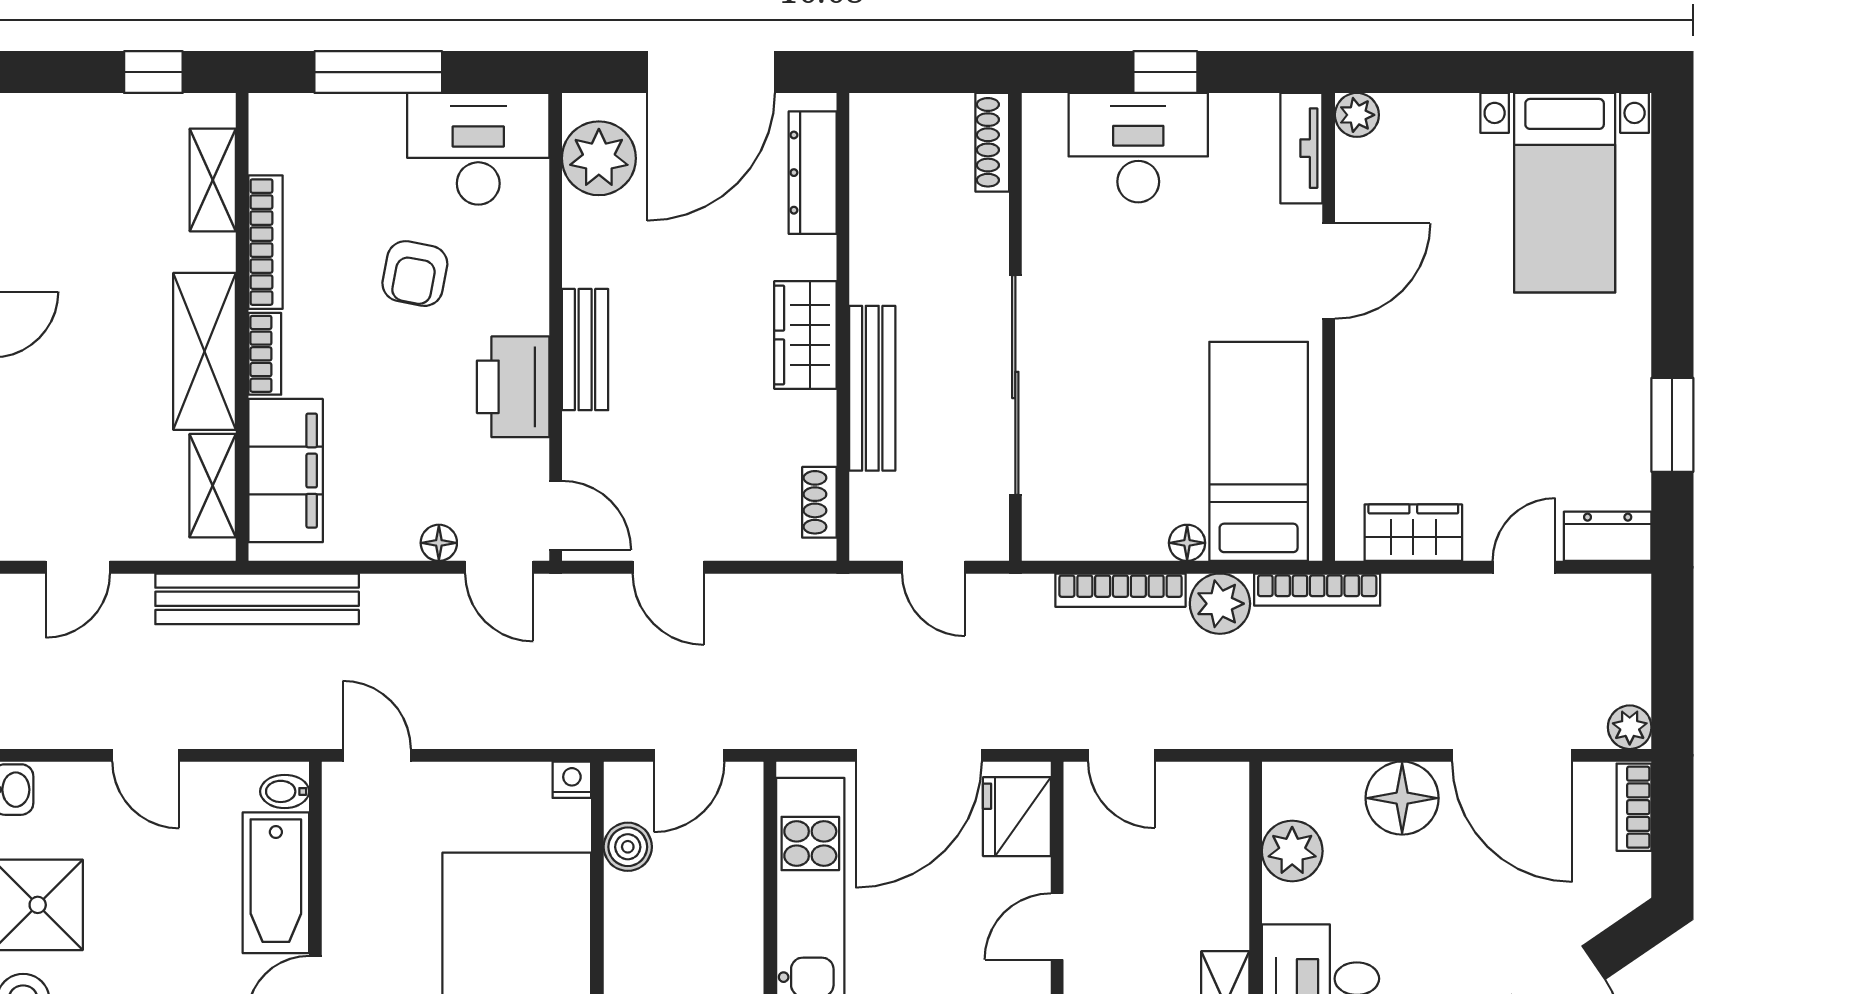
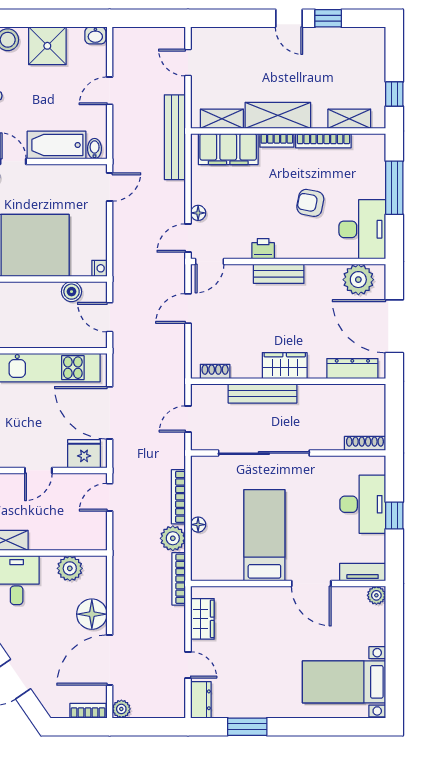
printer: (513, 387) -> (263, 249), width x0.53, depth x0.68
bed: (1259, 451) -> (264, 535), moved, turned -90
door: (1057, 926) -> (38, 470), swing flipped

